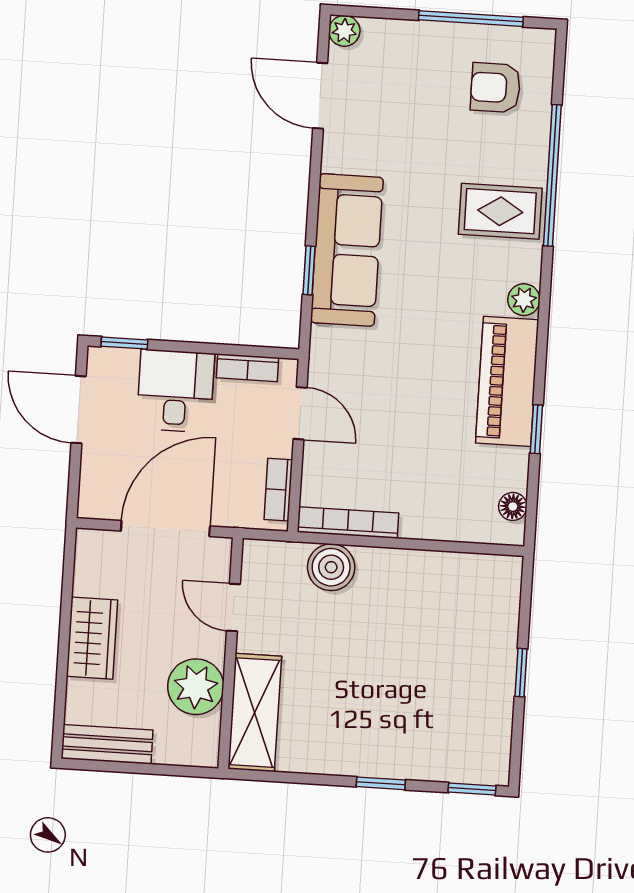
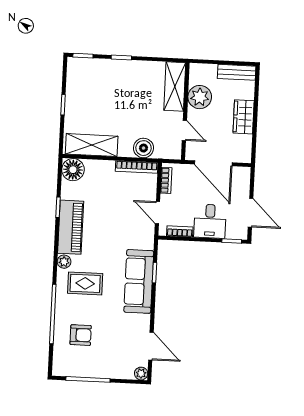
armchair: (495, 88) -> (81, 335), moved
rug: (500, 211) -> (85, 283), moved
floor lamp: (513, 506) -> (73, 170), width x1.89, depth x1.89
door: (165, 529) -> (213, 163), hinge flipped
shelving: (454, 576) -> (92, 145), added

